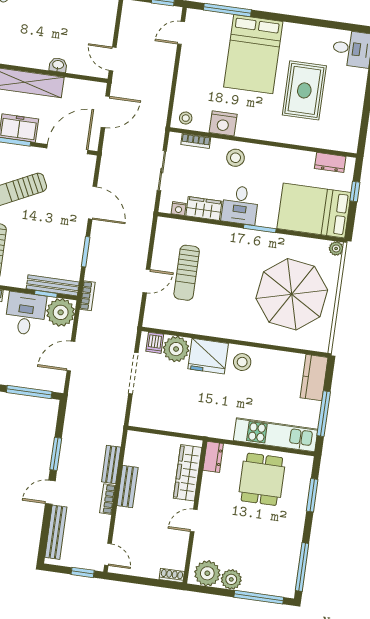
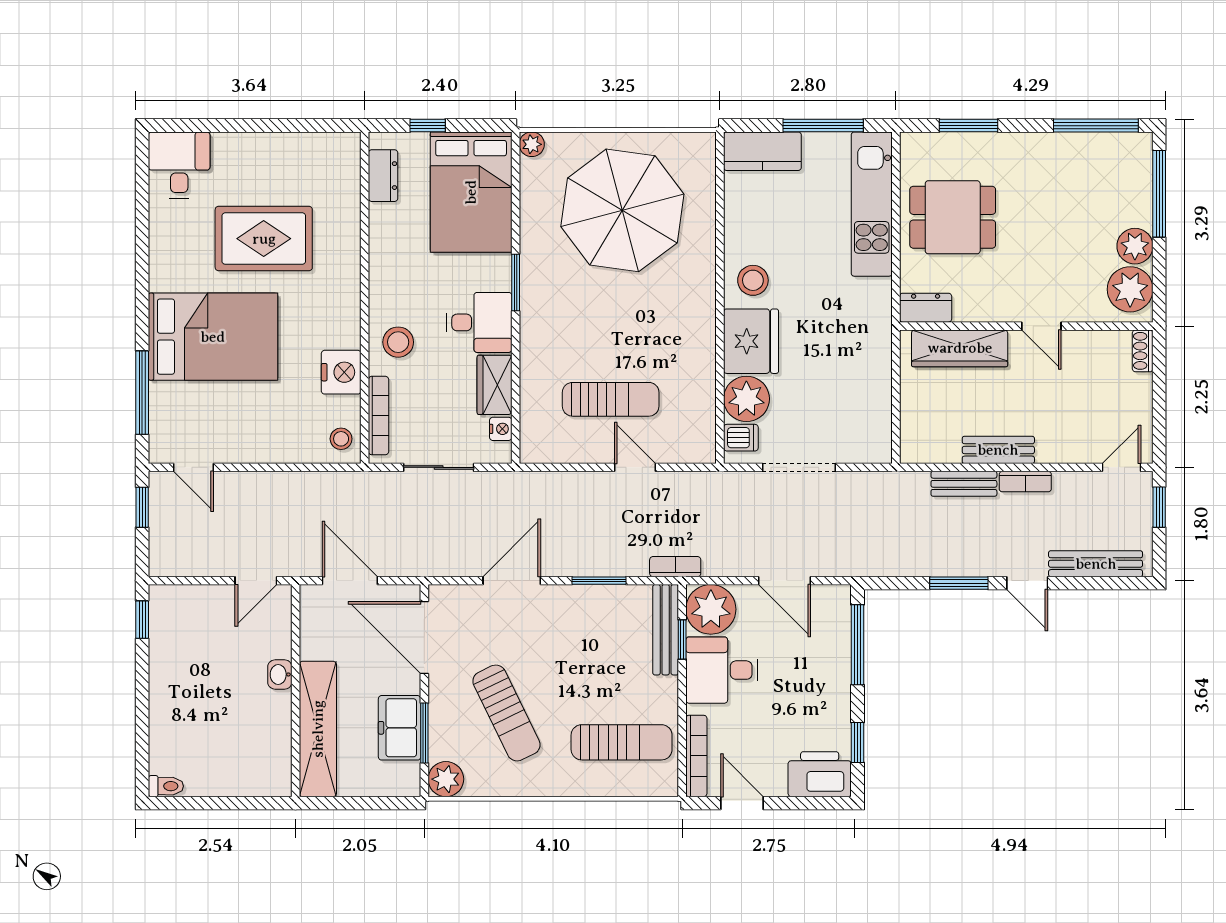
bookcase: (196, 141) -> (379, 416), width x1.56

